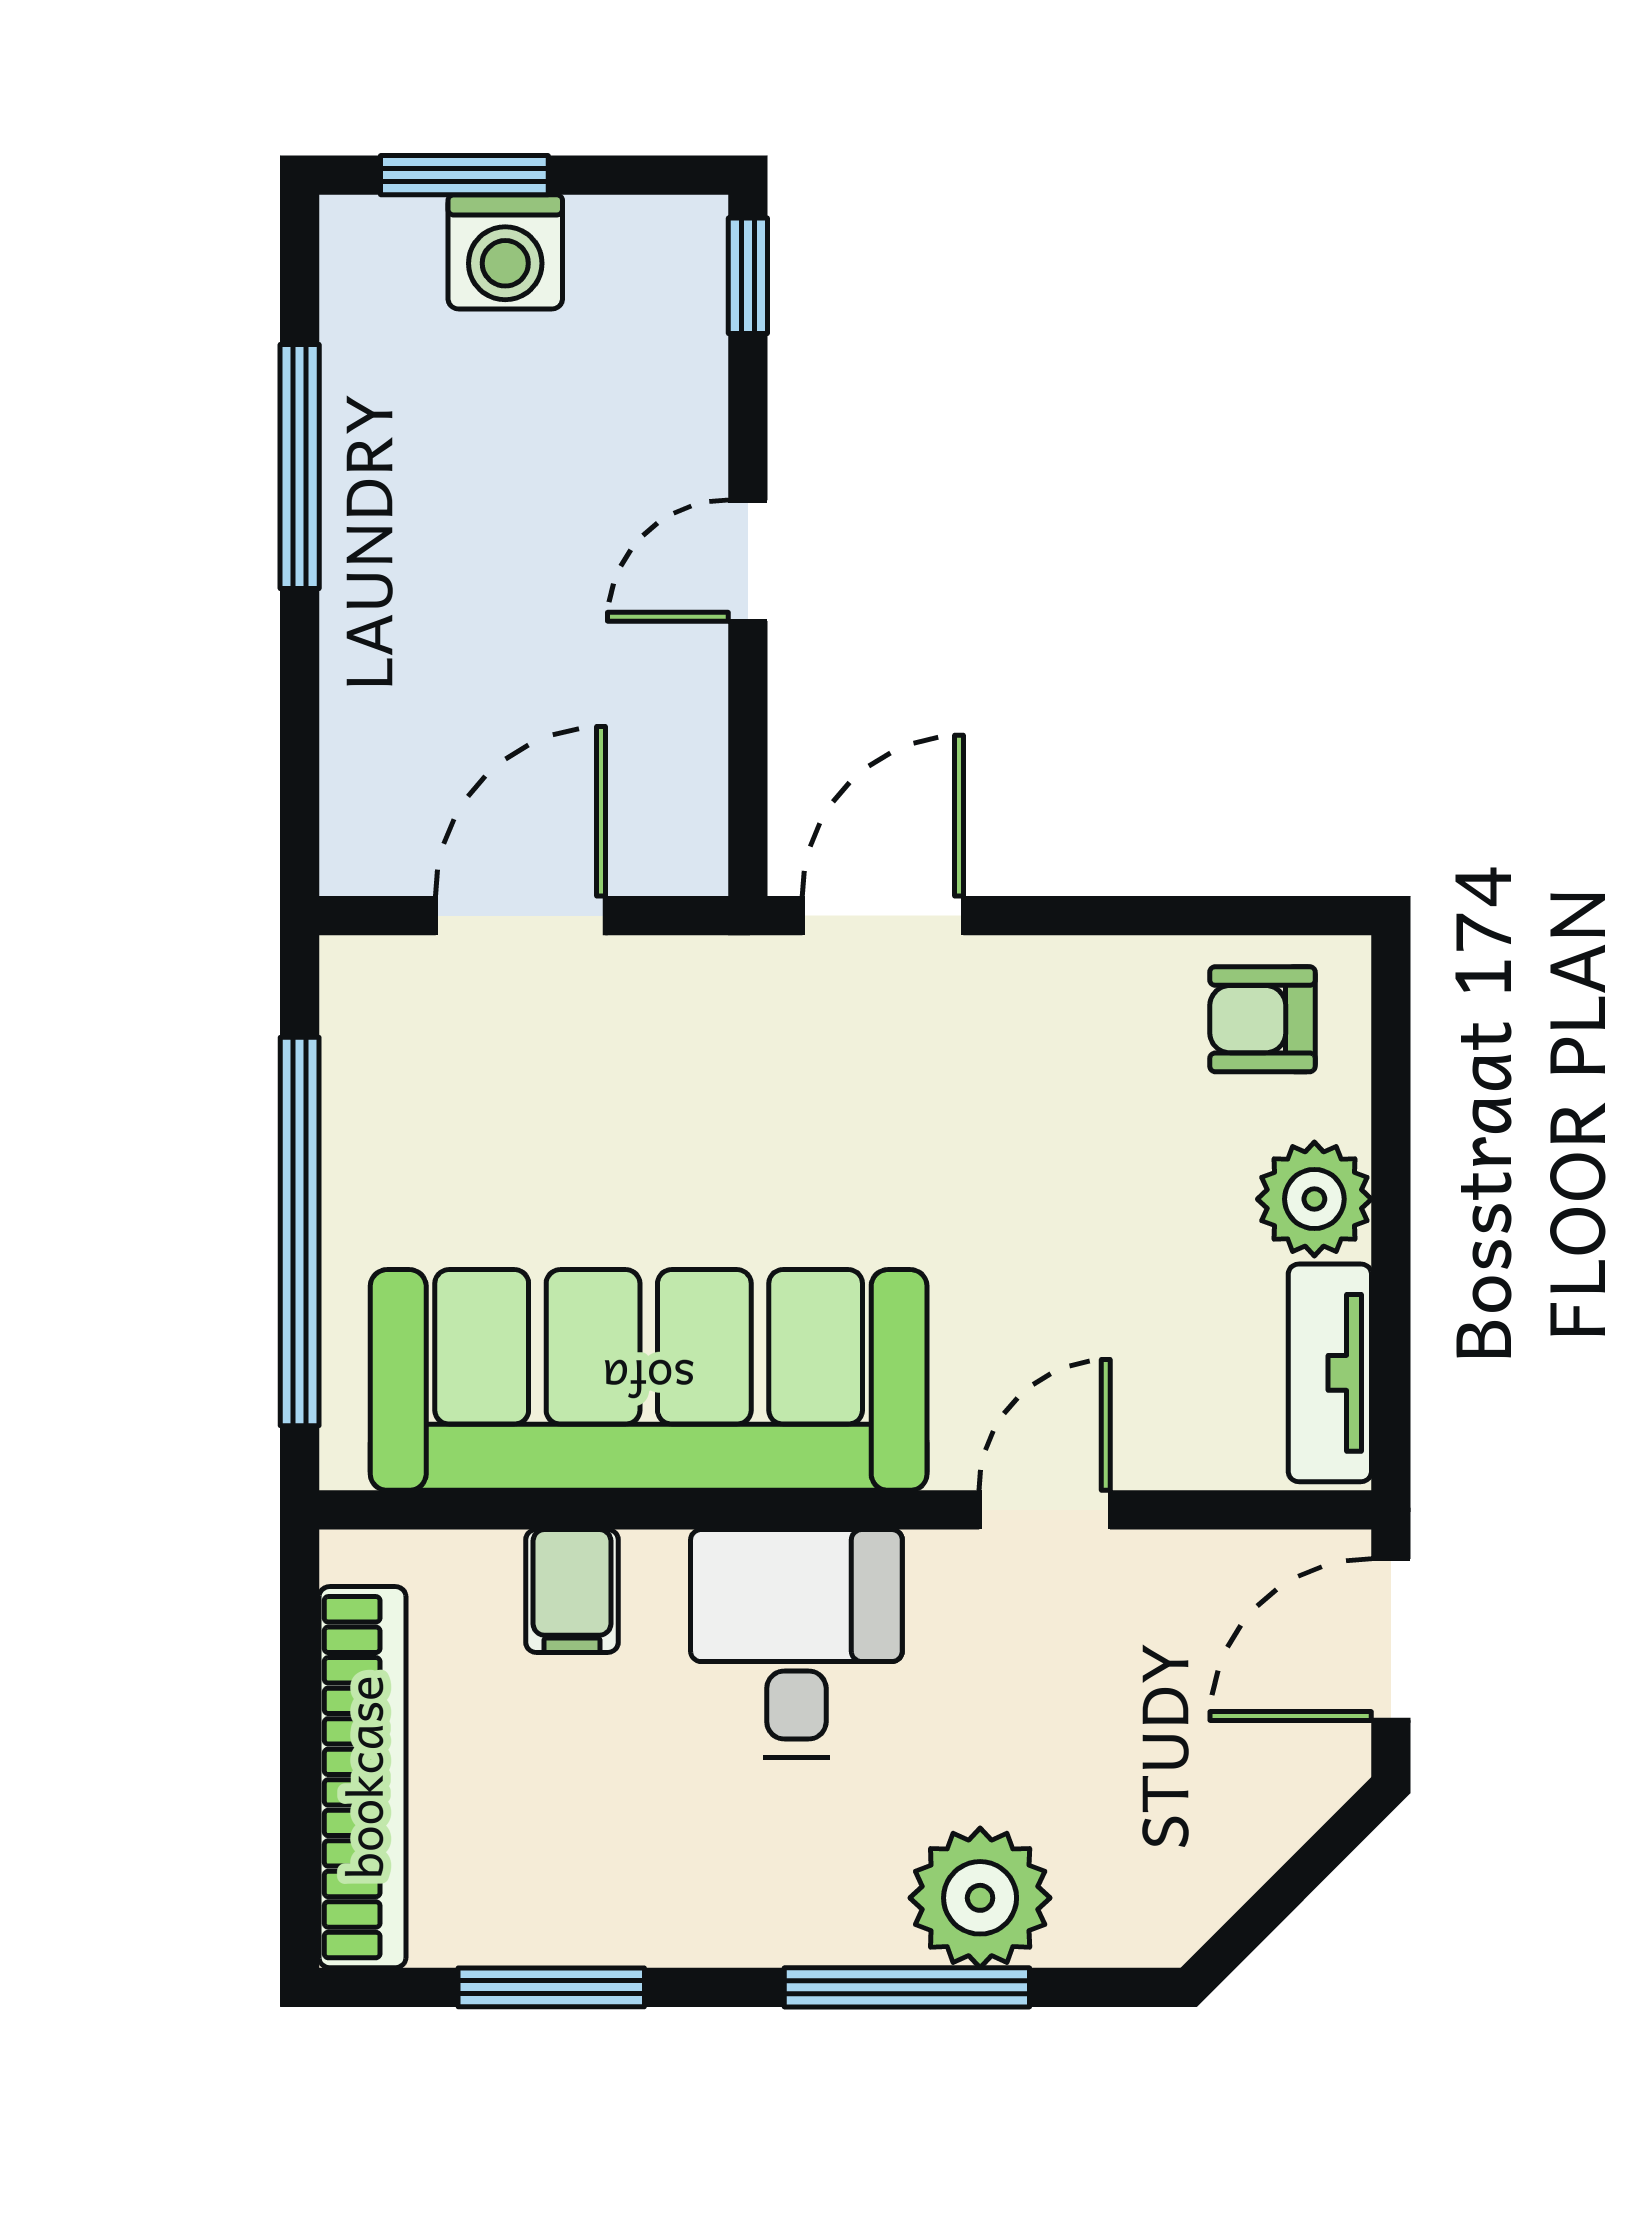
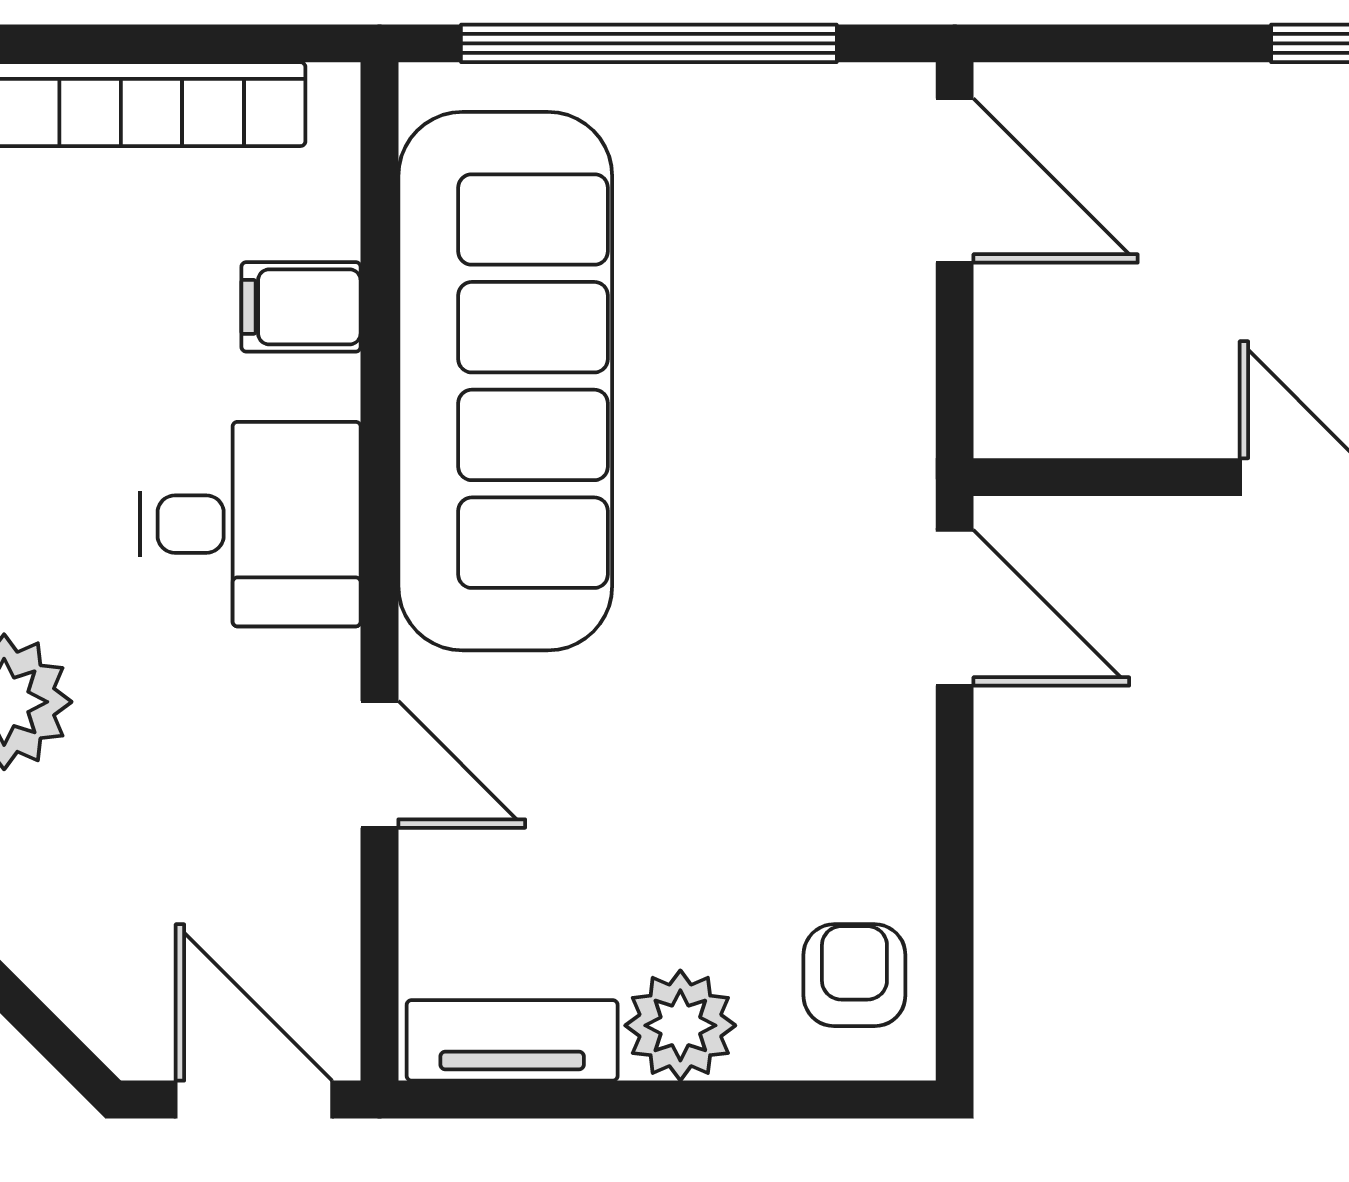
door: (520, 916) -> (955, 181), moved

